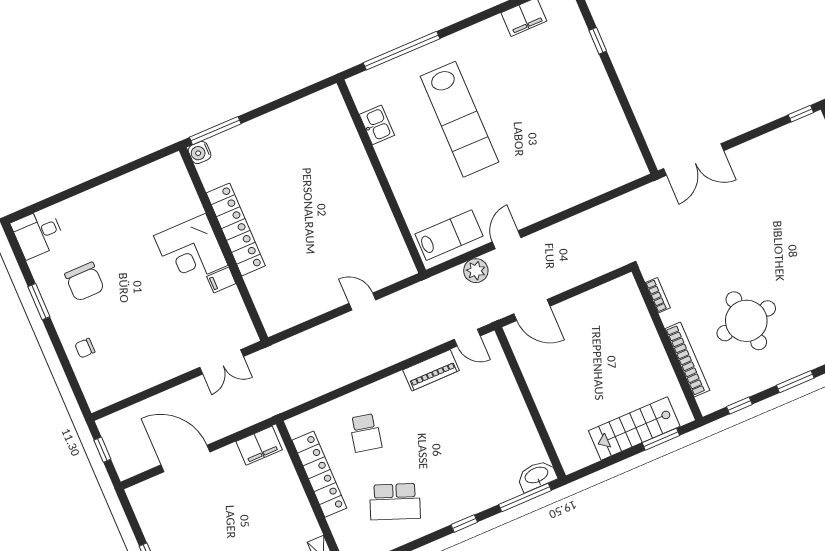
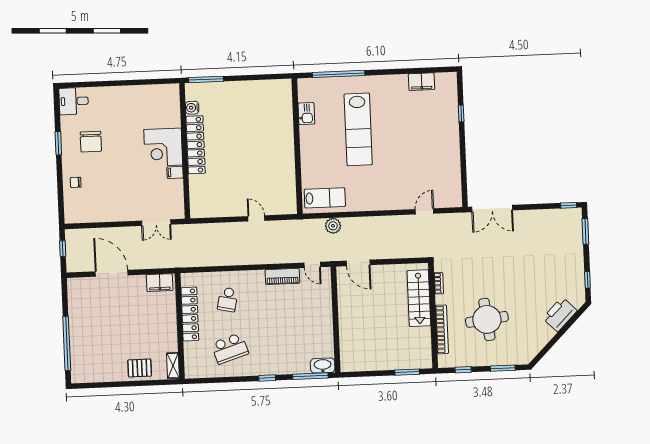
water cooler: (200, 153) -> (192, 108), moved
door: (507, 240) -> (424, 211), moved
stairs: (634, 428) -> (419, 298), moved, turned -90
school desk: (395, 502) -> (230, 348), turned -39

